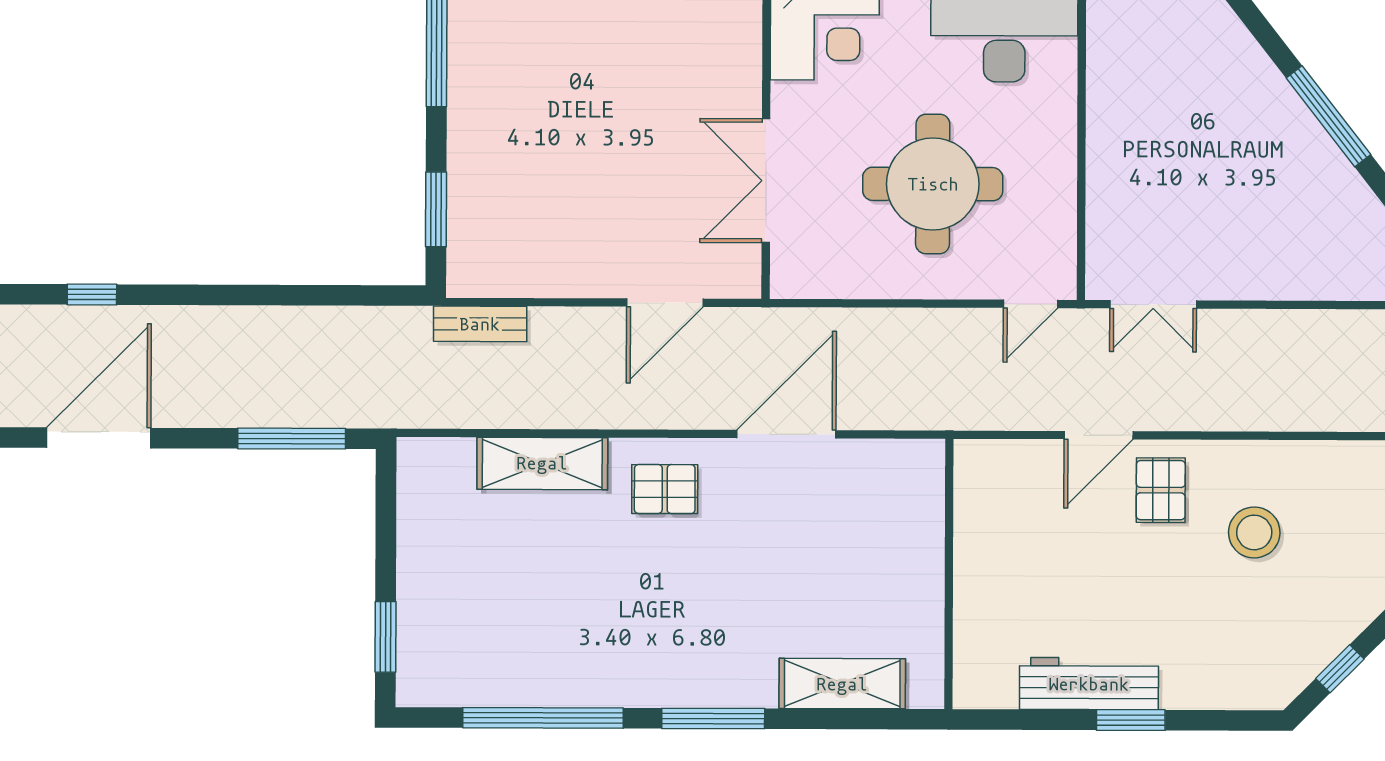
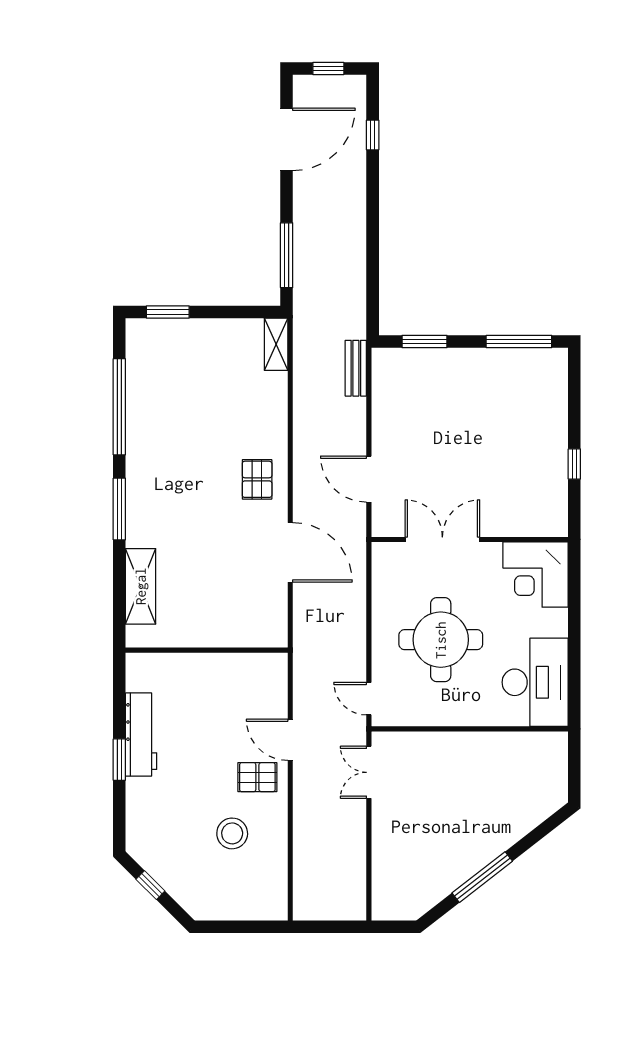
door: (99, 438) -> (287, 139), hinge flipped
shelving: (542, 463) -> (276, 344), moved, width x0.67, depth x0.75

